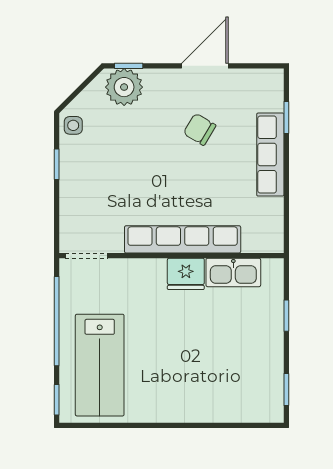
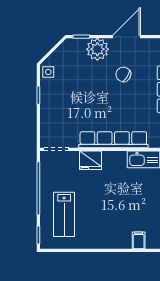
plant: (124, 87) -> (97, 49), moved
fridge: (186, 274) -> (91, 160), moved
lab bench: (100, 365) -> (64, 214), width x0.73, depth x0.72
filing cabinet: (225, 409) -> (139, 240), added

